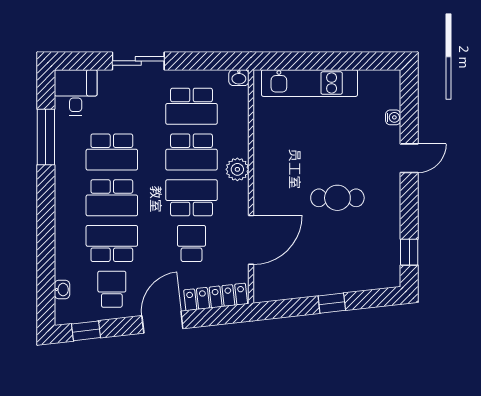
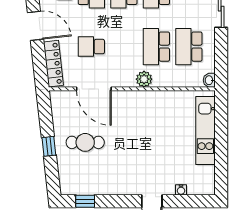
school desk: (192, 198) -> (124, 47), removed
cafe table: (337, 198) -> (85, 142), moved, turned 90
school desk: (192, 243) -> (91, 47), turned 180

